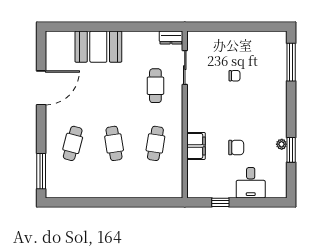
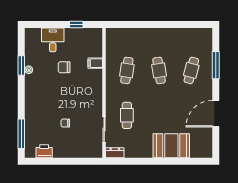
printer: (262, 40) -> (44, 151), added
filing cabinet: (196, 146) -> (95, 63), width x0.50
window: (41, 171) -> (216, 65), moved

